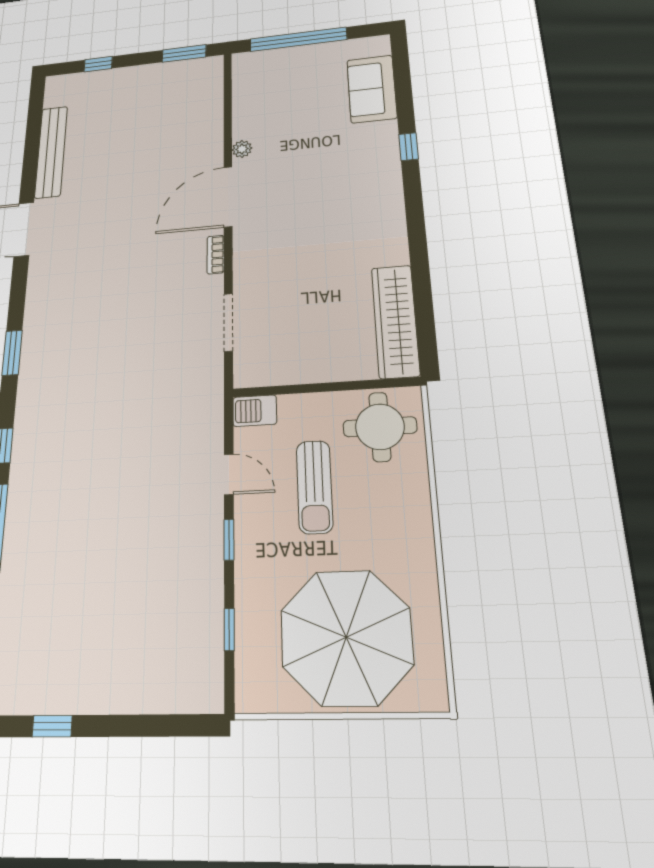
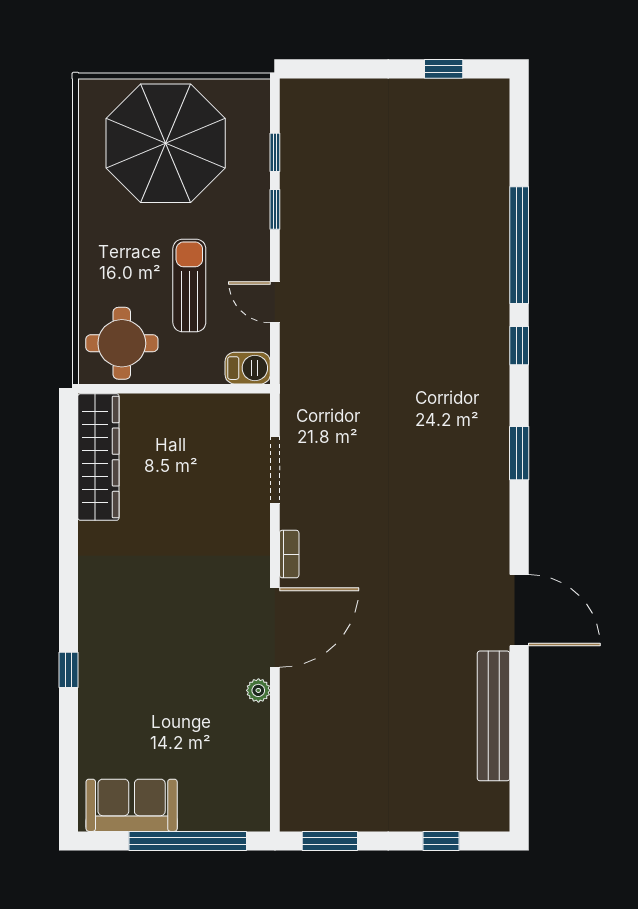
sofa: (372, 89) -> (132, 805), moved, turned -90
window: (229, 540) -> (275, 209), moved

